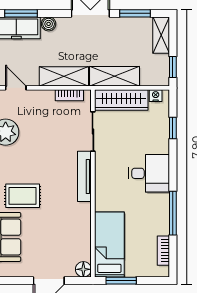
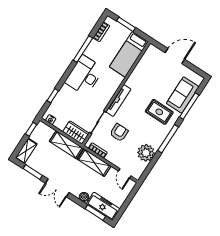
wardrobe: (121, 100) -> (76, 133), width x0.67
armchair: (57, 136) -> (119, 133), added
desk: (149, 173) -> (84, 75), width x1.37
floor lamp: (83, 269) -> (152, 50), removed
window: (121, 281) -> (126, 24), moved

